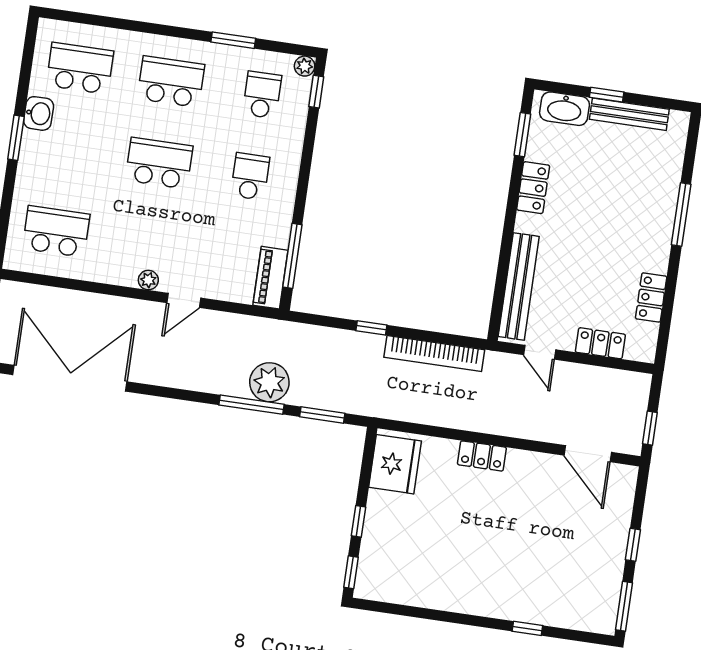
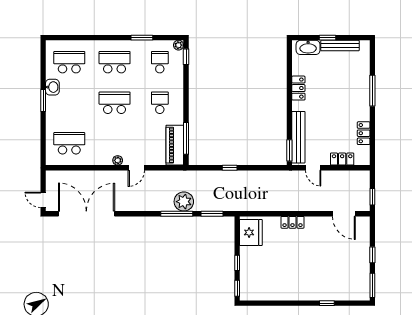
window: (522, 135) -> (289, 150), moved
piano: (270, 278) -> (175, 145), width x1.37, depth x1.33
bookcase: (434, 354) -> (262, 176), removed

